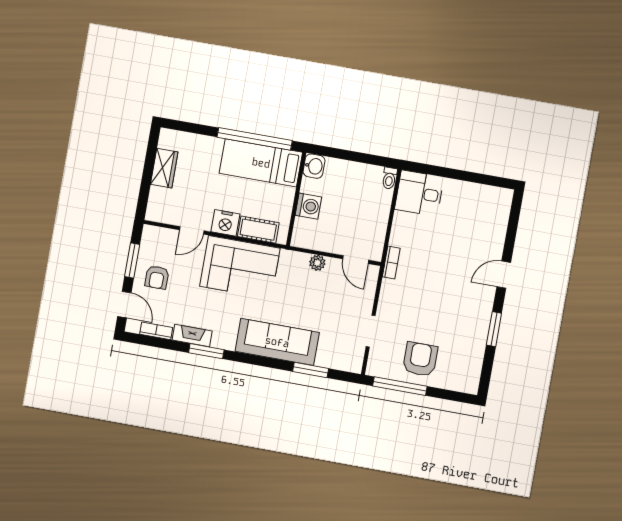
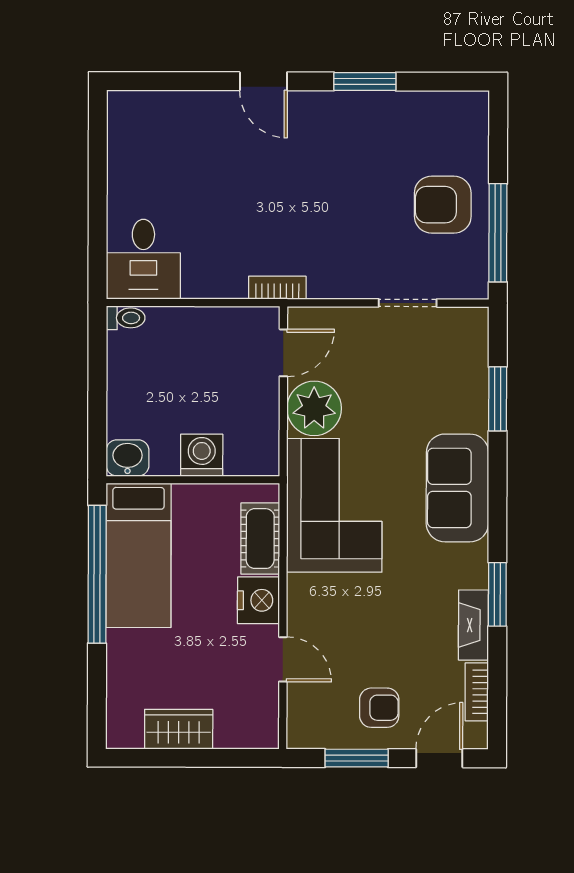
plant: (317, 263) -> (314, 408), width x1.88, depth x1.88
corner sofa: (240, 267) -> (334, 505), moved
sofa: (277, 342) -> (457, 488), width x0.73

